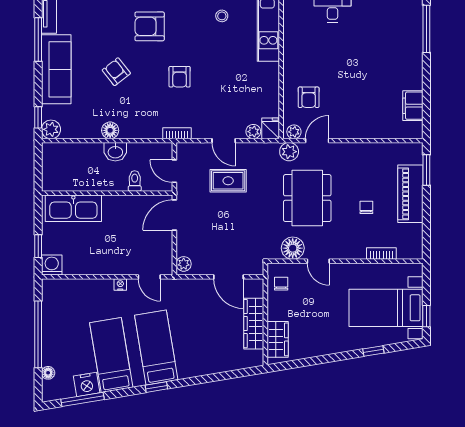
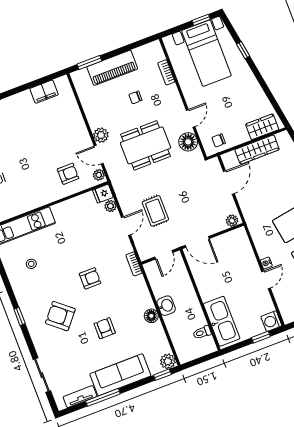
armchair: (150, 26) -> (60, 316), turned 130
armchair: (116, 72) -> (105, 328), turned 128
plant: (289, 152) -> (101, 135), moved
toilet: (135, 181) -> (202, 332), moved
door: (149, 277) -> (266, 280), moved

